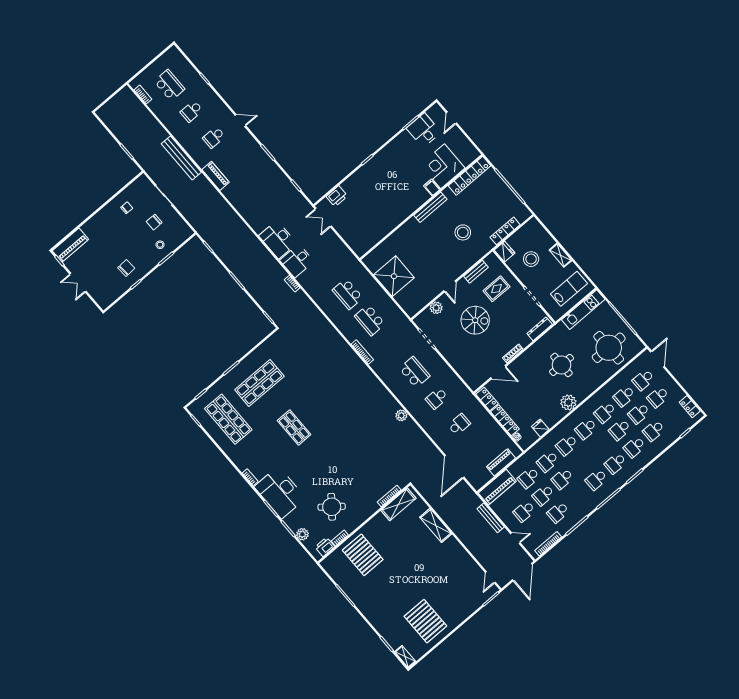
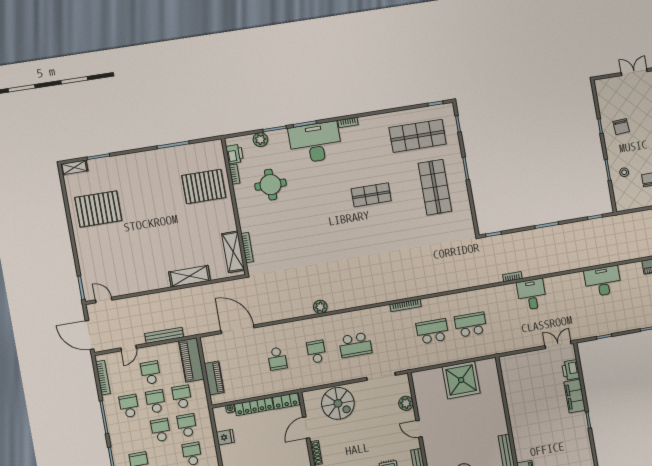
filing cabinet: (355, 181) -> (575, 396), added
desk: (278, 240) -> (603, 281), moved
spiral stairs: (475, 320) -> (338, 403), moved, turned -90
round table: (332, 507) -> (271, 185), turned -38

